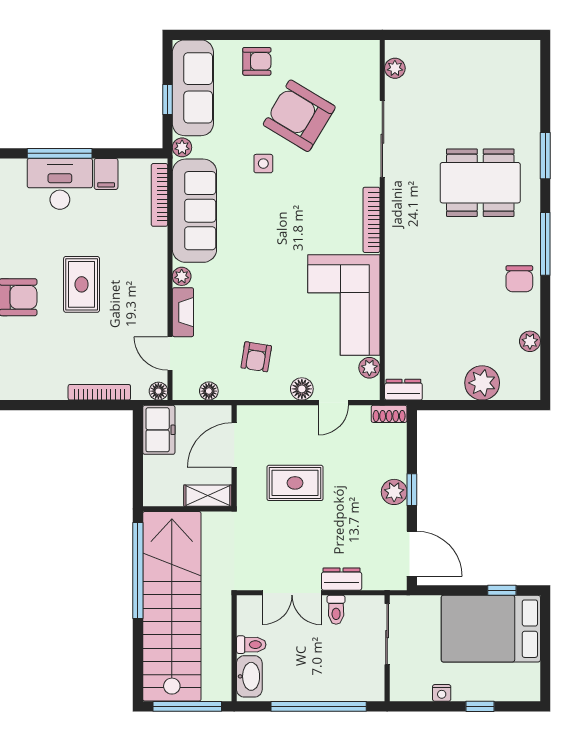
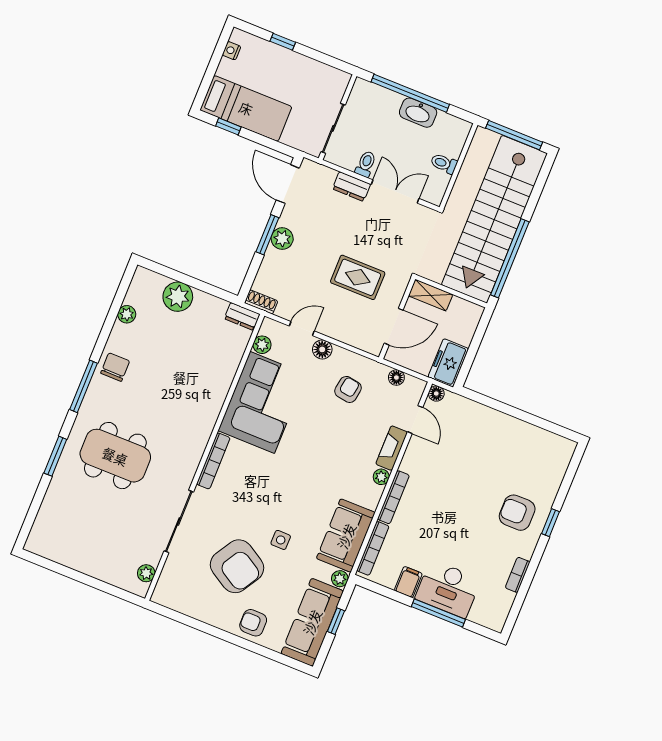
sofa: (194, 211) -> (346, 536), width x0.73
rug: (82, 284) -> (463, 502), removed
bookcase: (99, 392) -> (393, 497), moved, turned -90
window: (412, 490) -> (267, 235), width x1.50
bed: (491, 629) -> (246, 108), width x0.67
washbasin: (249, 676) -> (418, 113), moved, turned -90
nightstand: (442, 693) -> (232, 51), moved, turned -90

